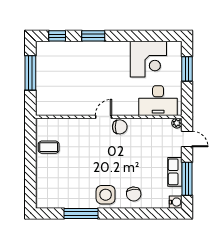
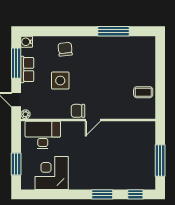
side table: (106, 195) -> (60, 81), moved

